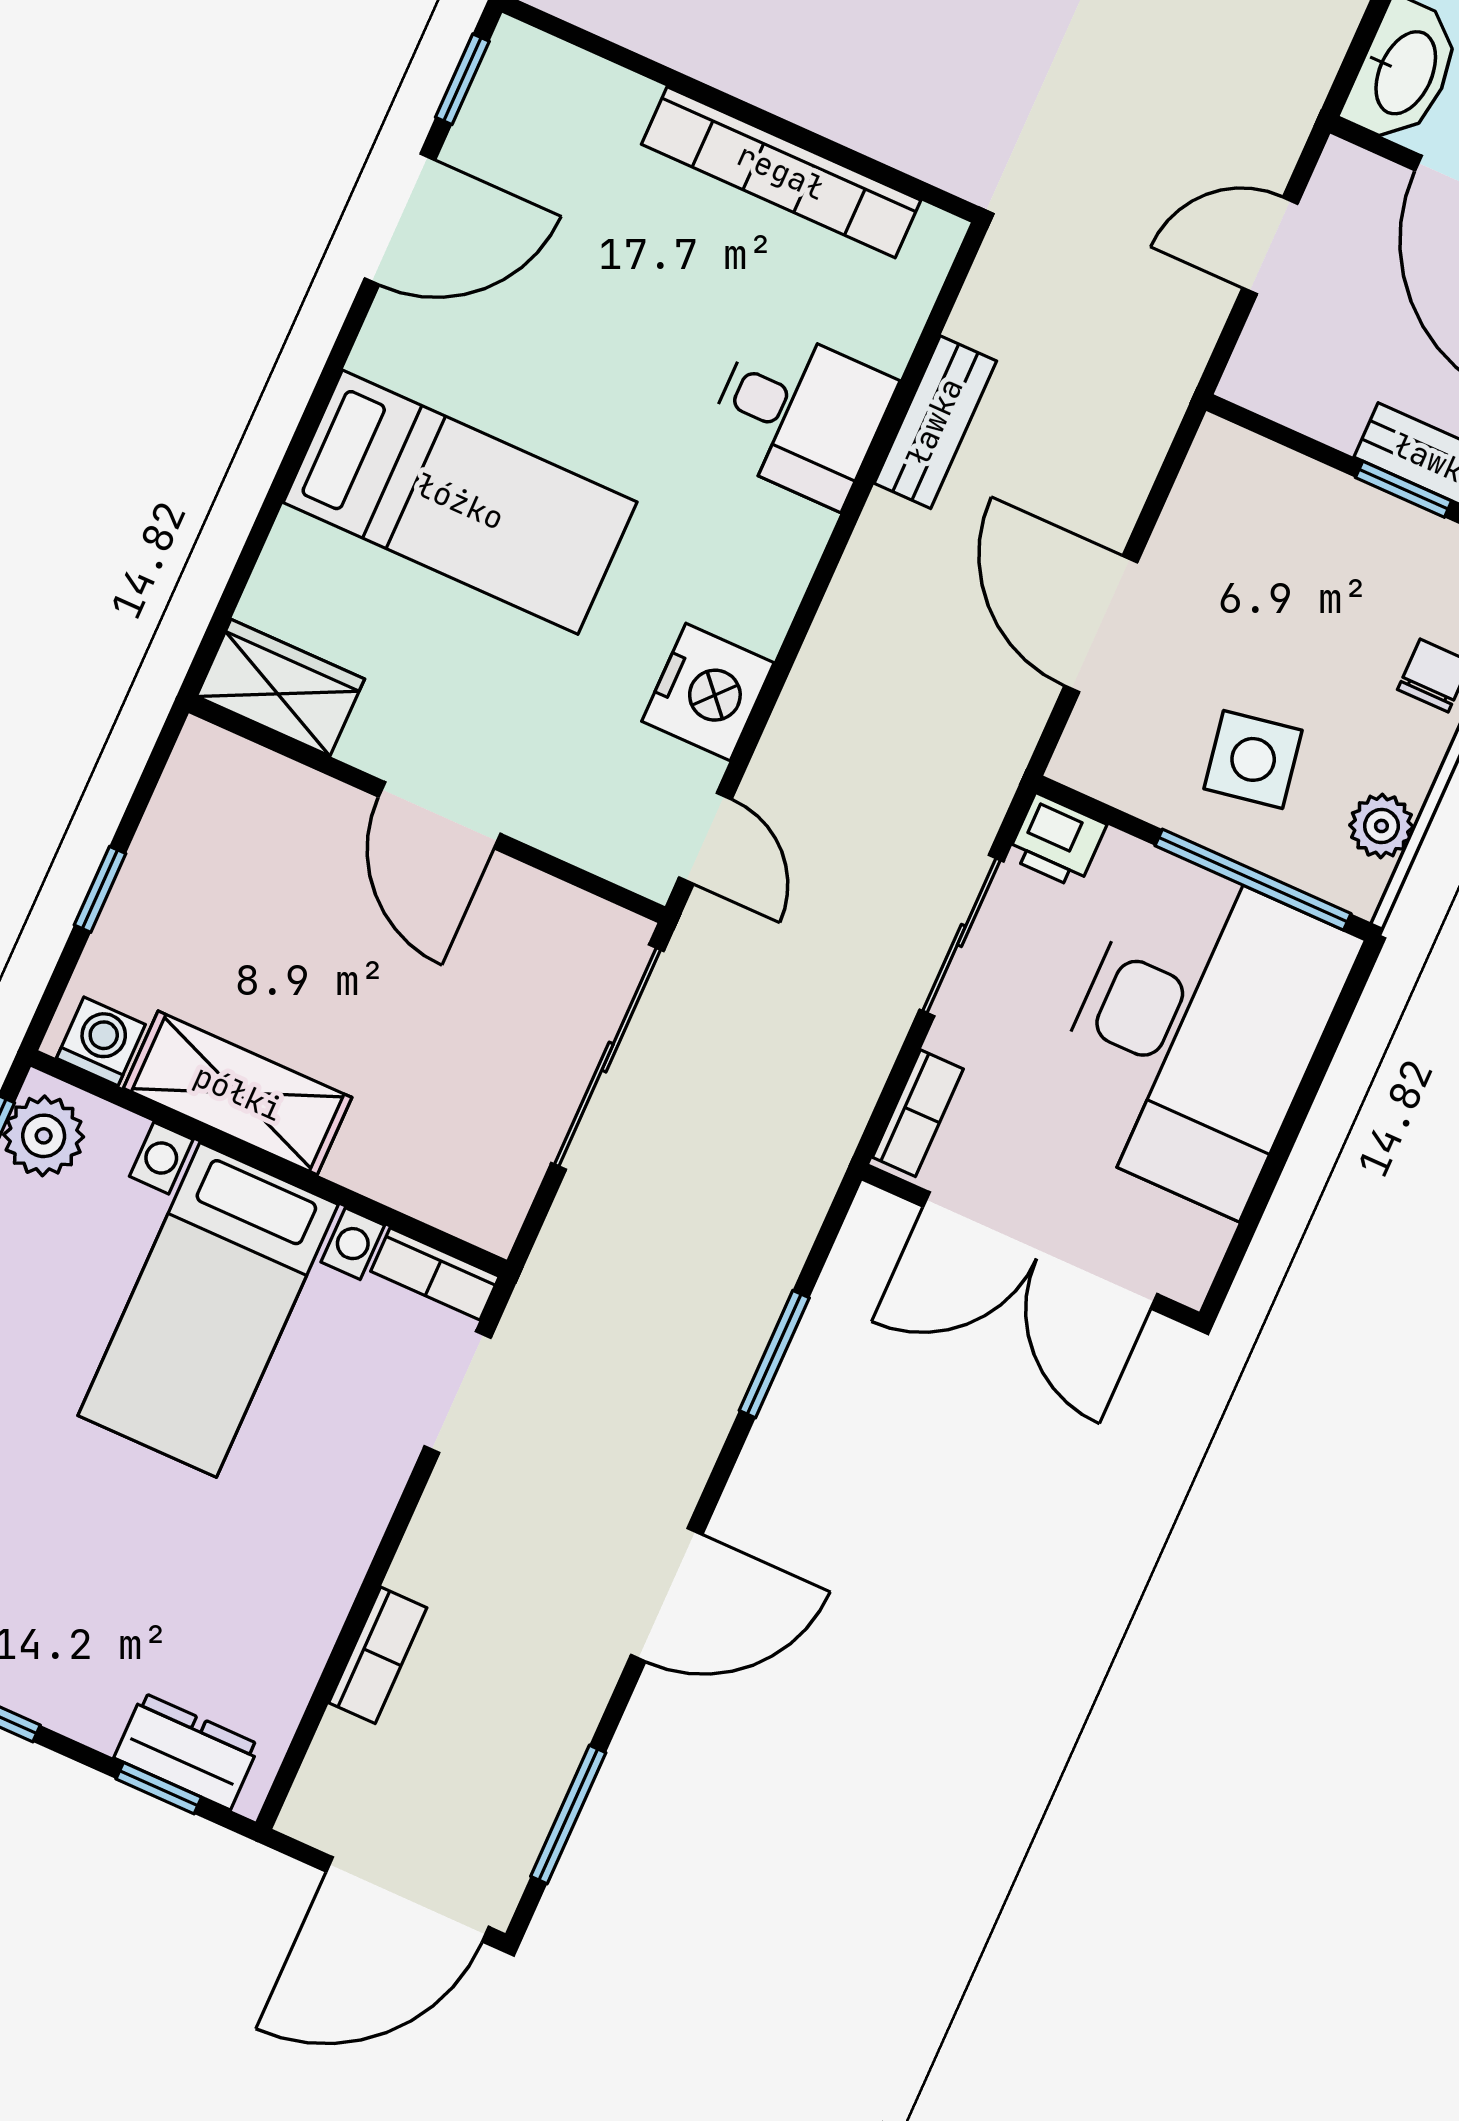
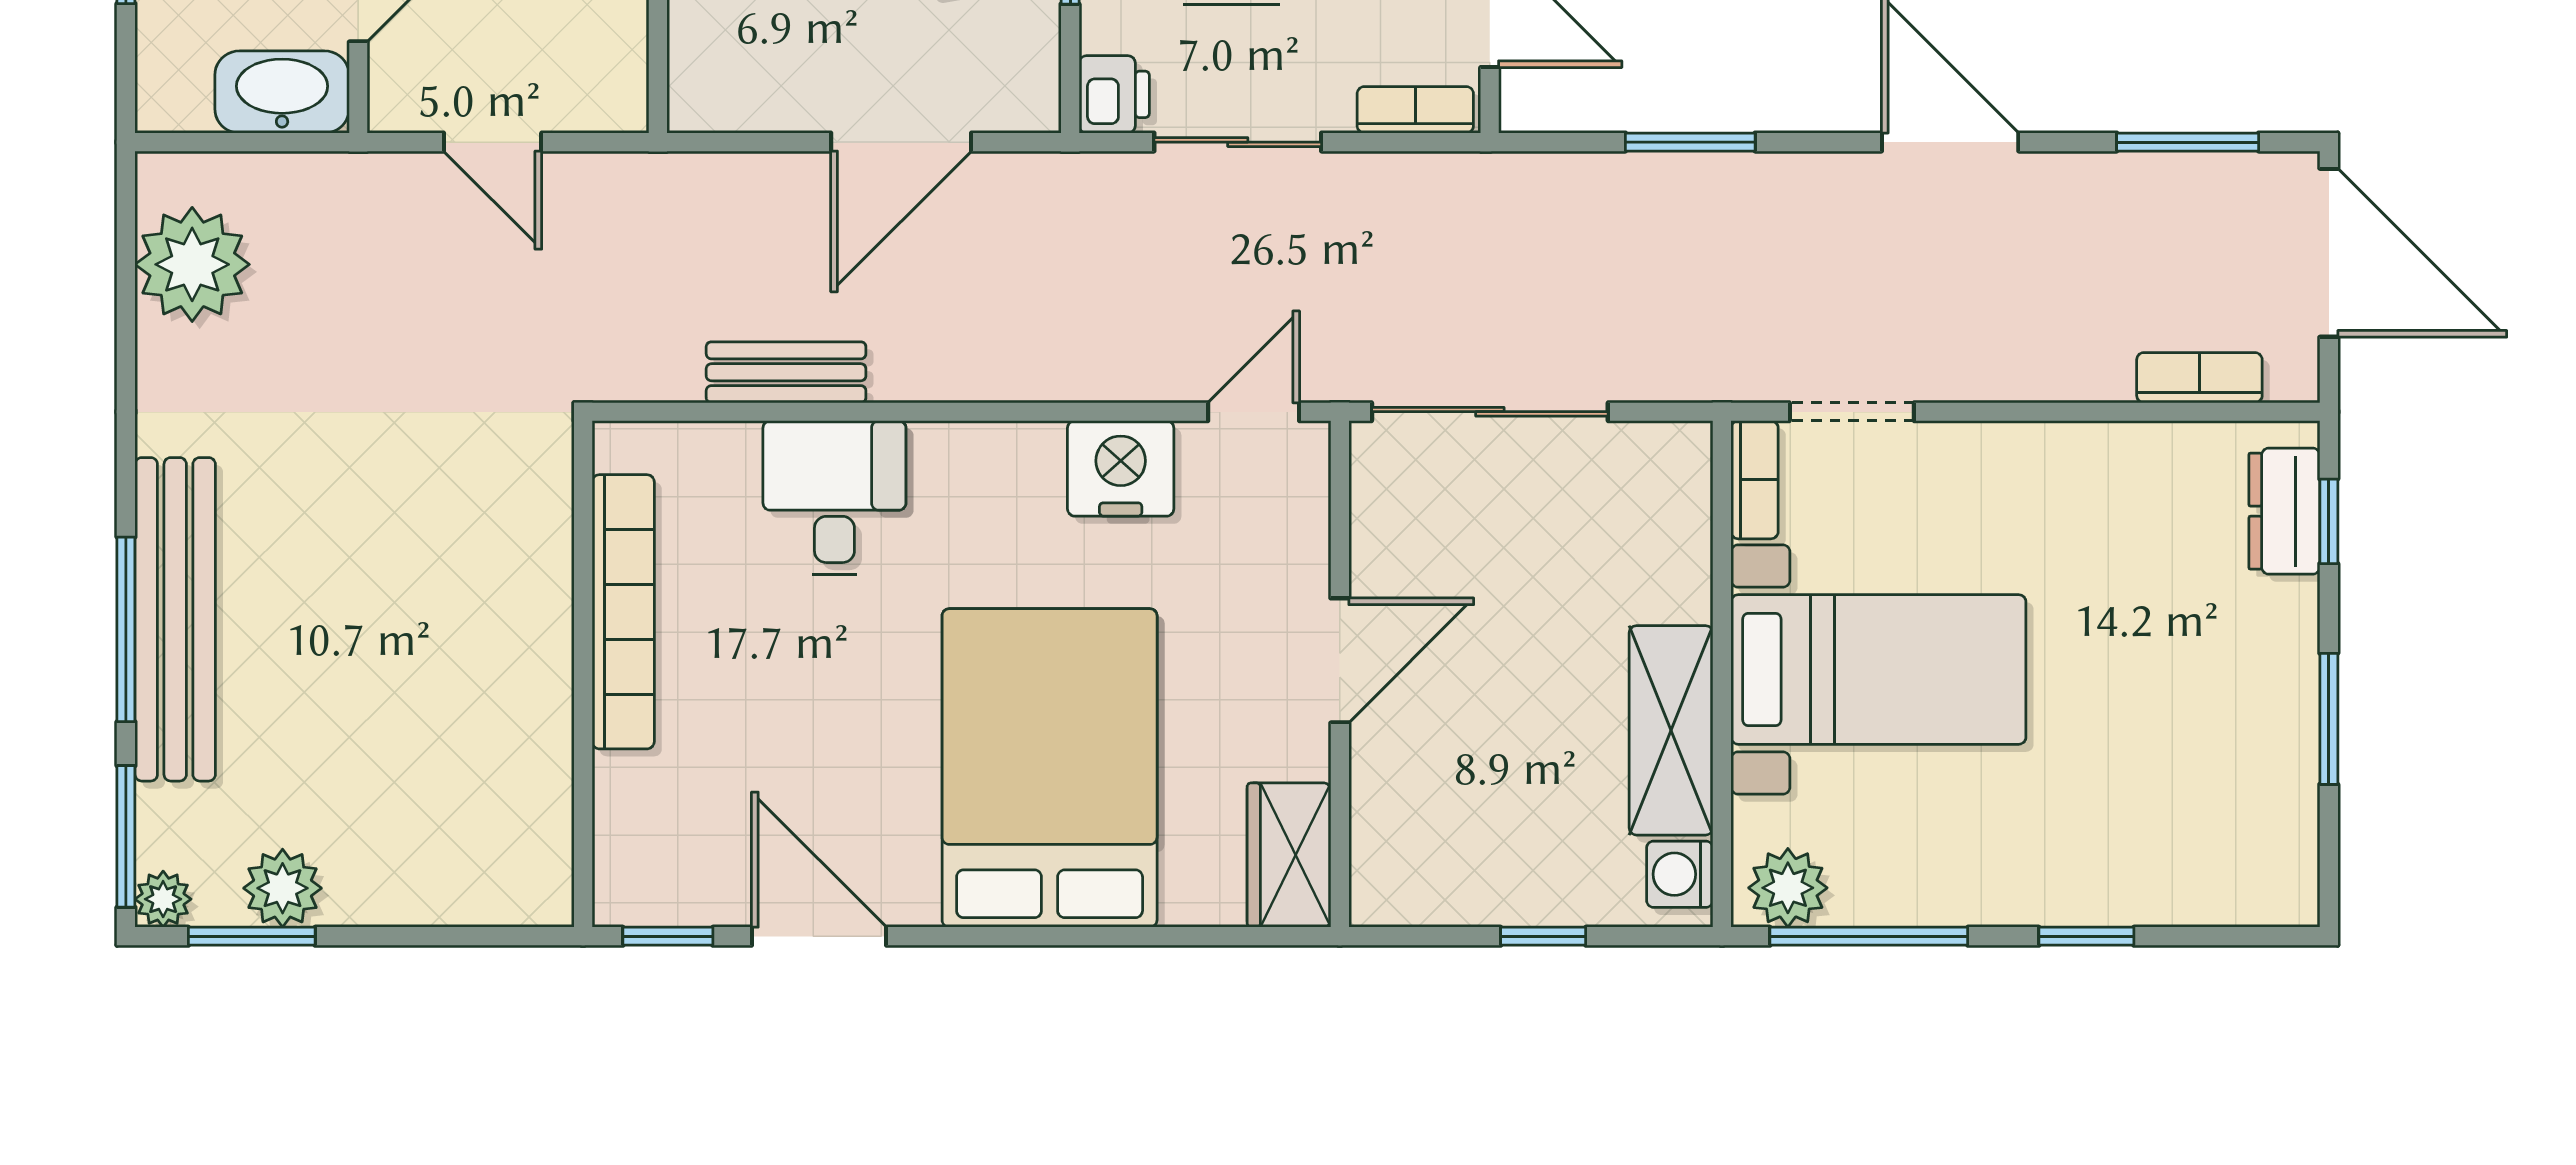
bed: (460, 502) -> (1050, 768), width x1.50
bookcase: (378, 1655) -> (2199, 378), moved

